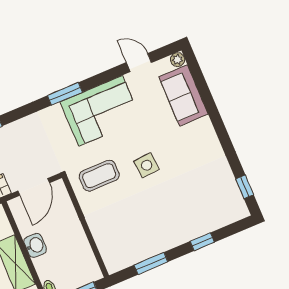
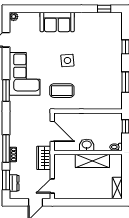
sofa: (183, 95) -> (57, 22), moved
coffee table: (99, 176) -> (62, 91), turned 90

